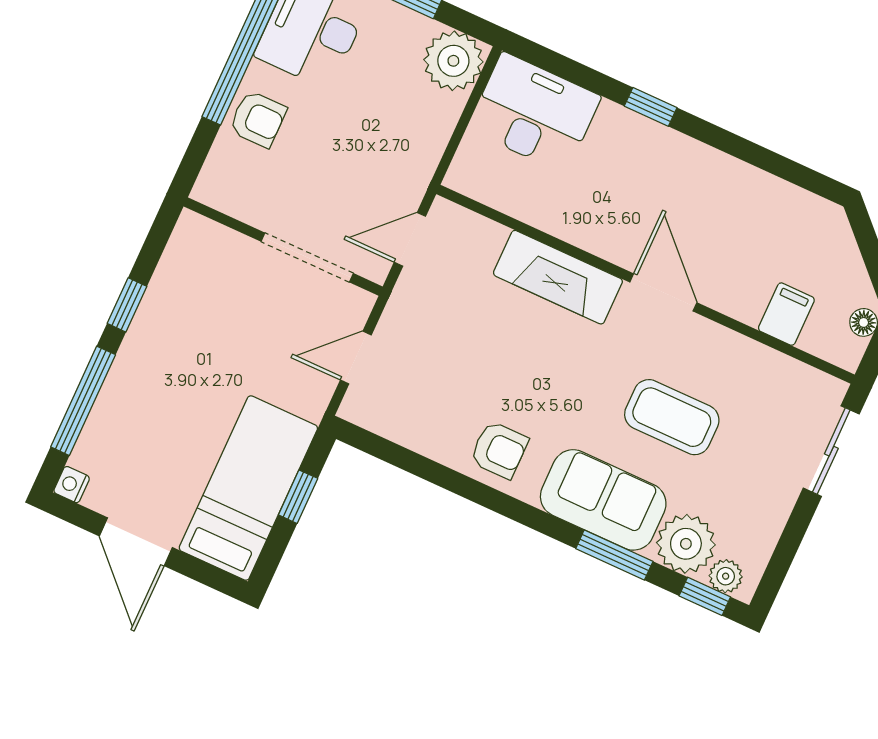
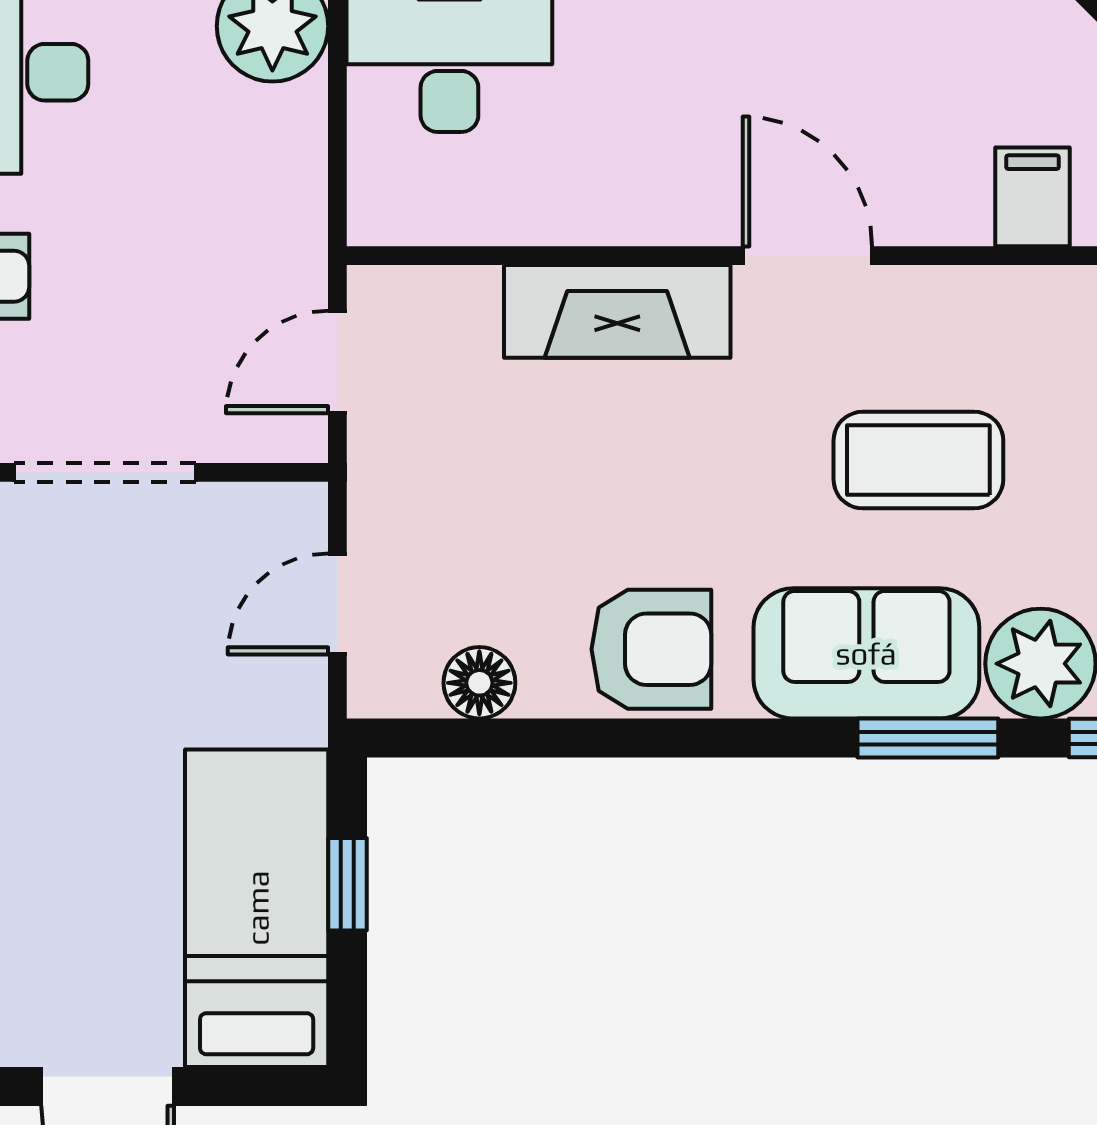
doorway: (307, 257) -> (105, 472), moved
floor lamp: (408, 428) -> (479, 683), added
armchair: (499, 450) -> (651, 649), width x1.38, depth x1.38

